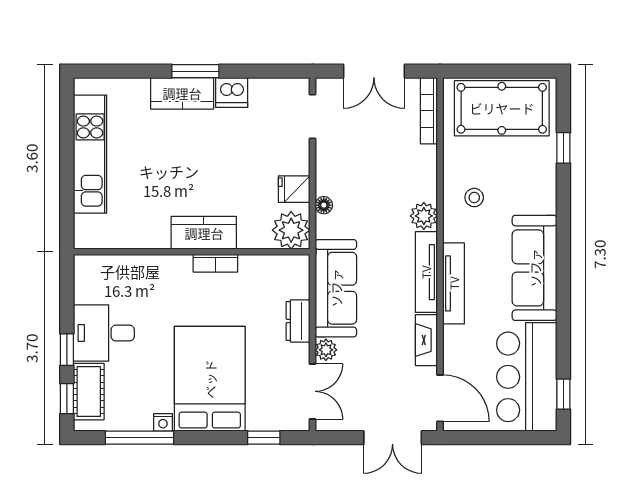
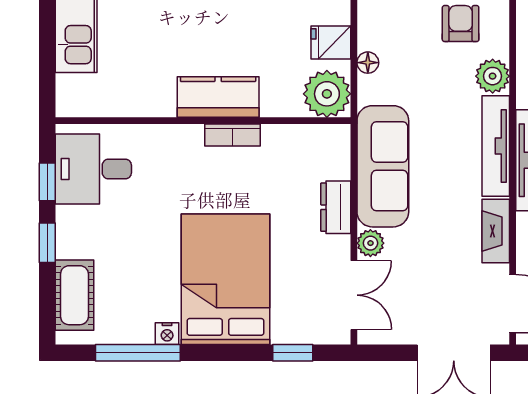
armchair: (398, 174) -> (461, 24), added
desk: (104, 333) -> (93, 169), moved
window: (67, 399) -> (47, 182), moved

